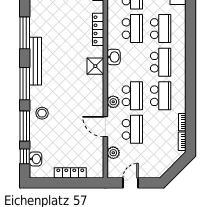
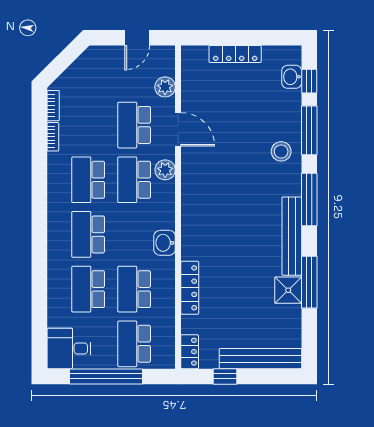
shower: (95, 66) -> (288, 290), moved

